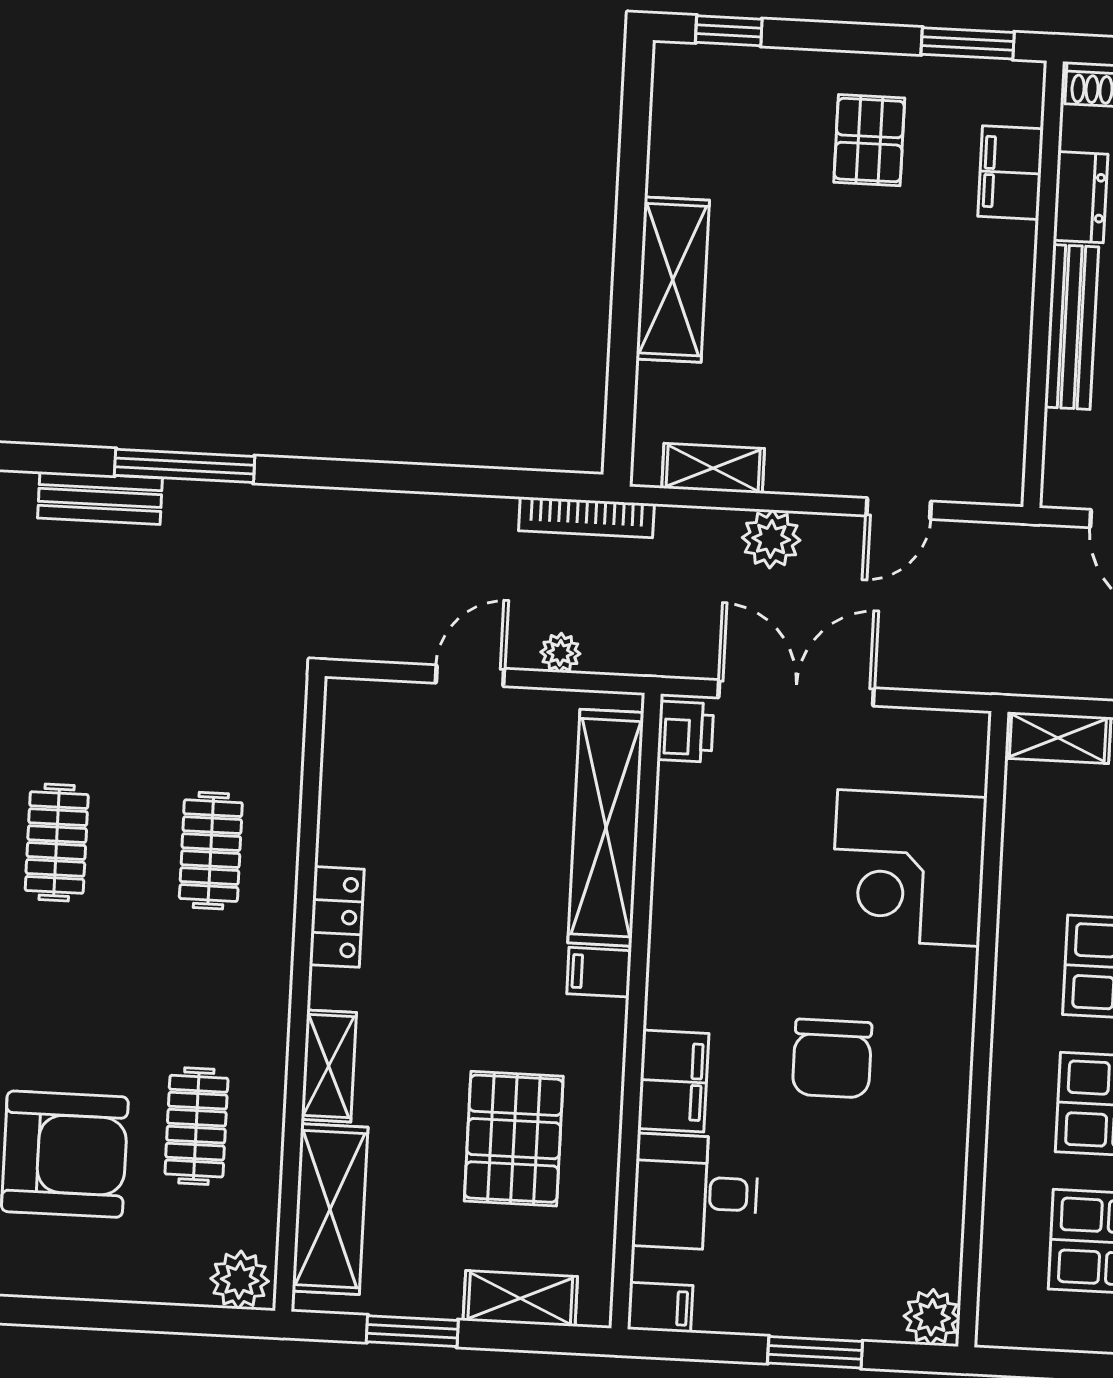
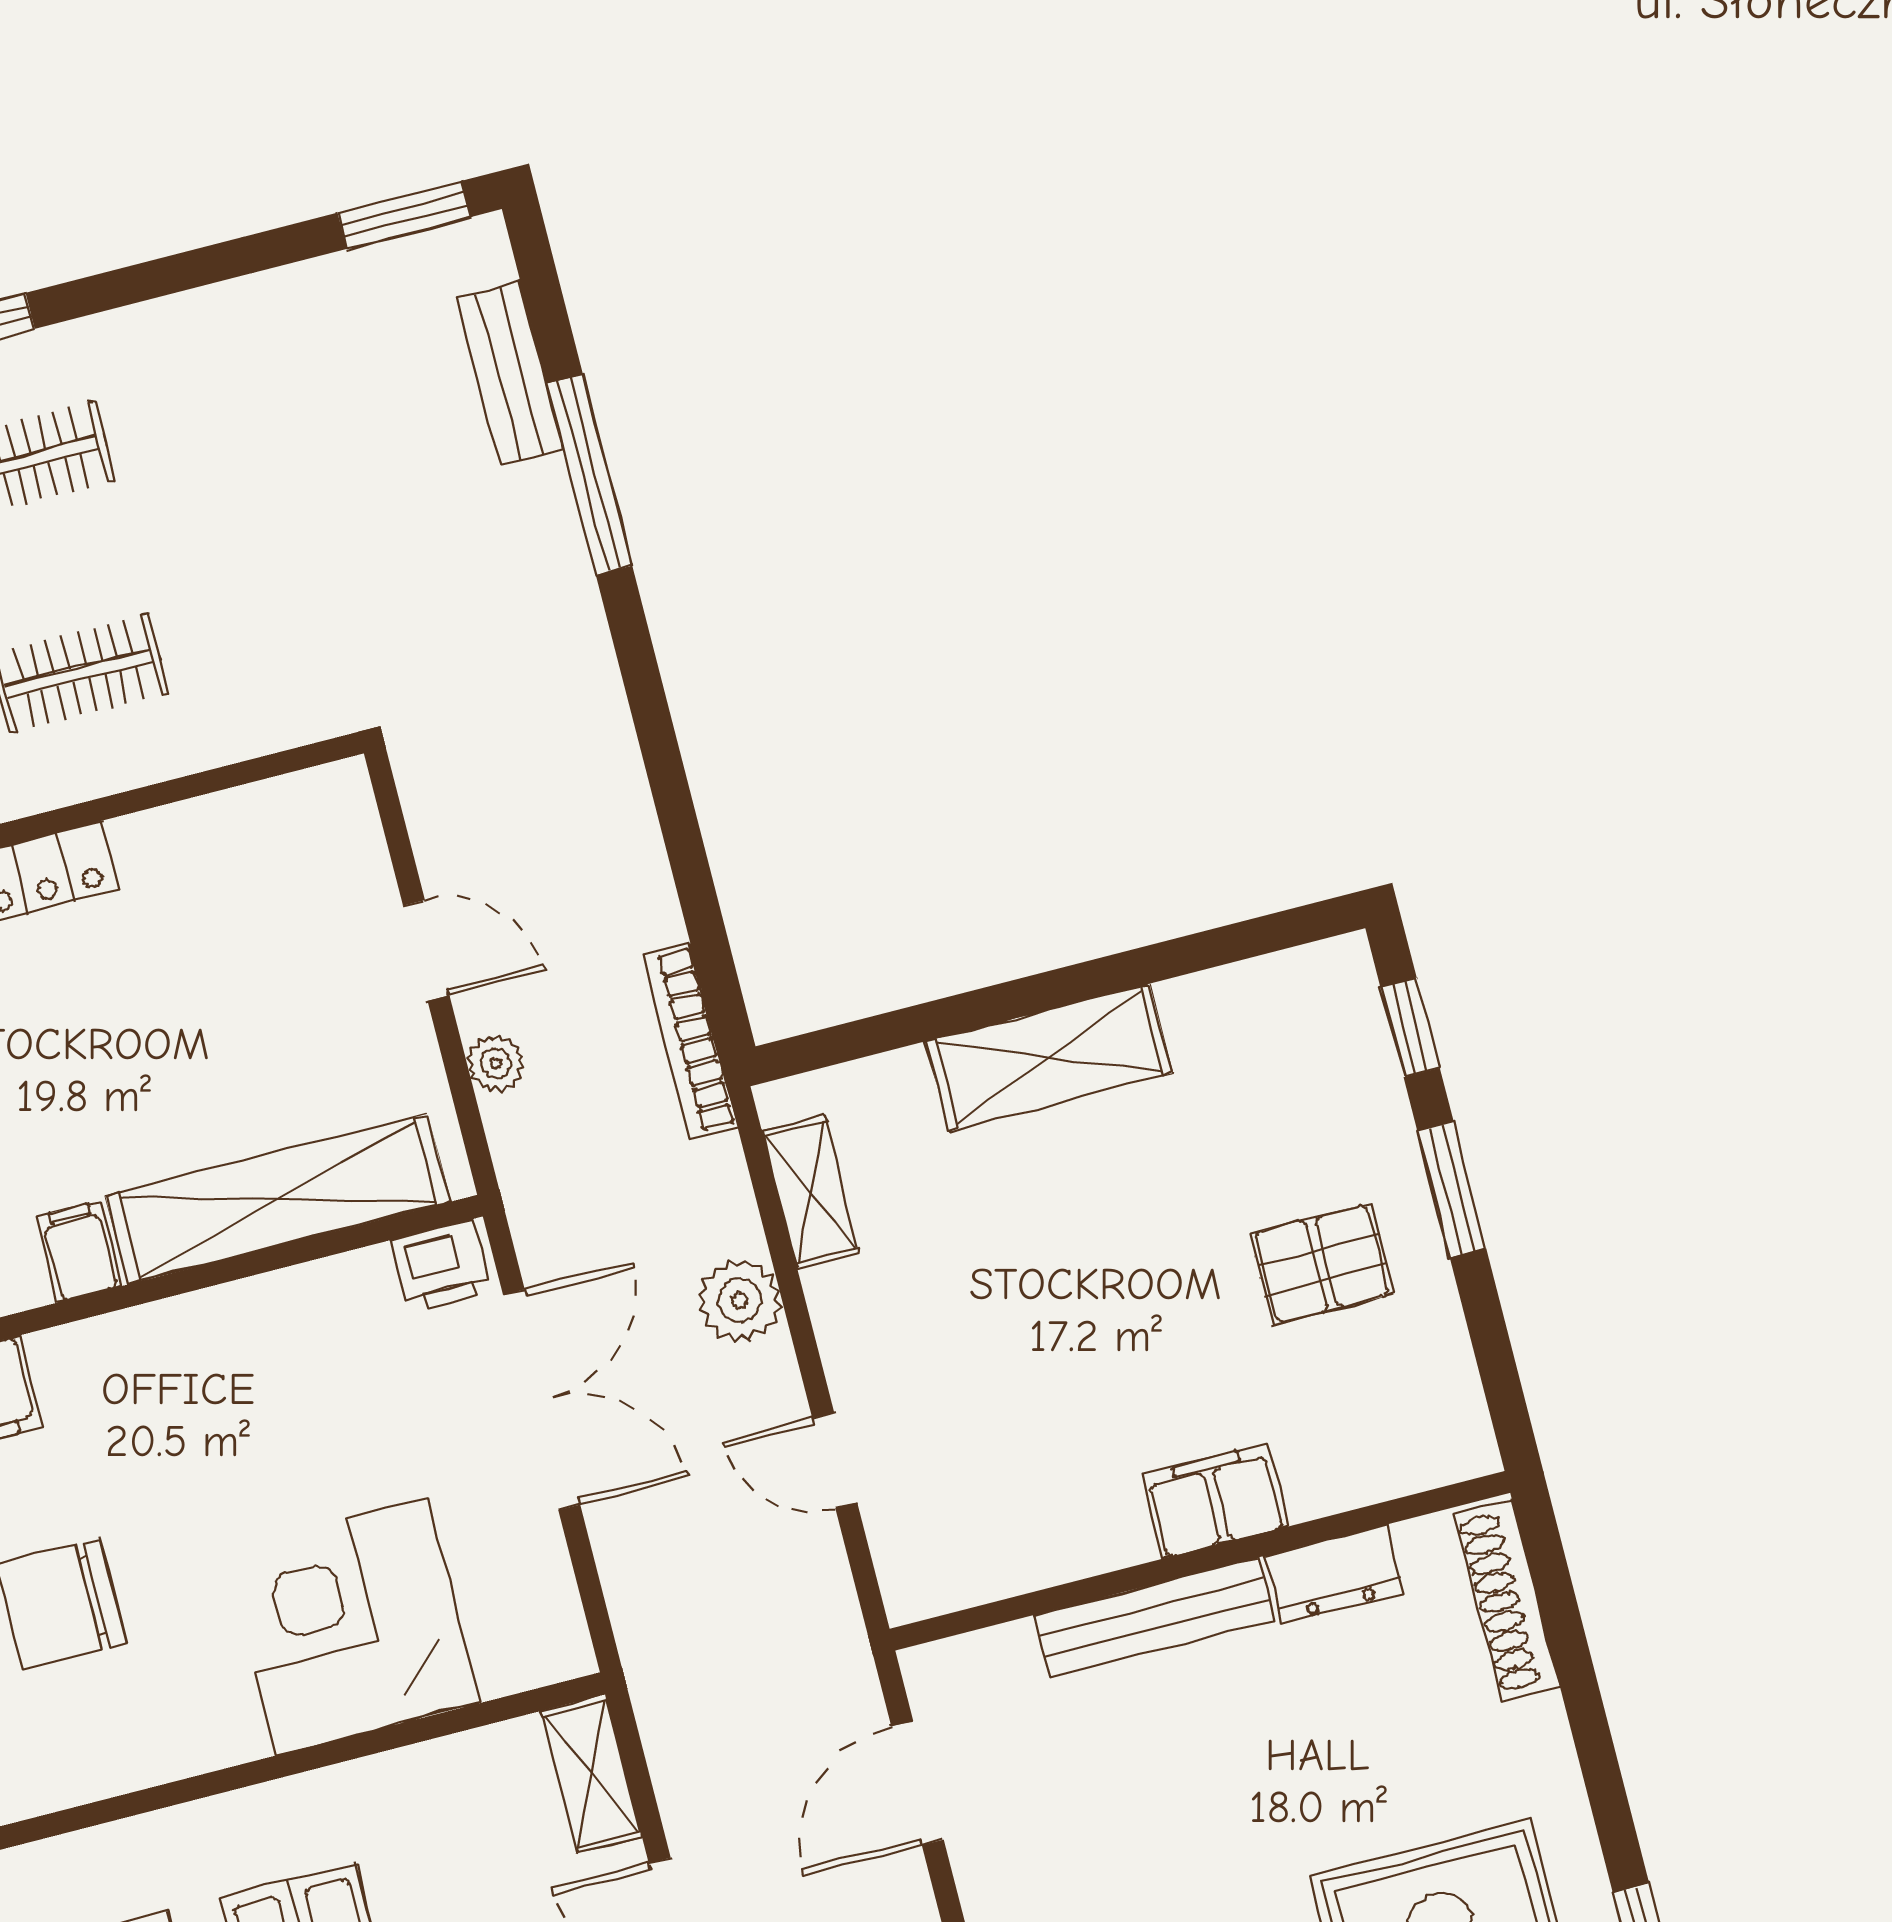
window: (968, 43) -> (1452, 1190), moved
filing cabinet: (1011, 173) -> (1215, 1501), moved

